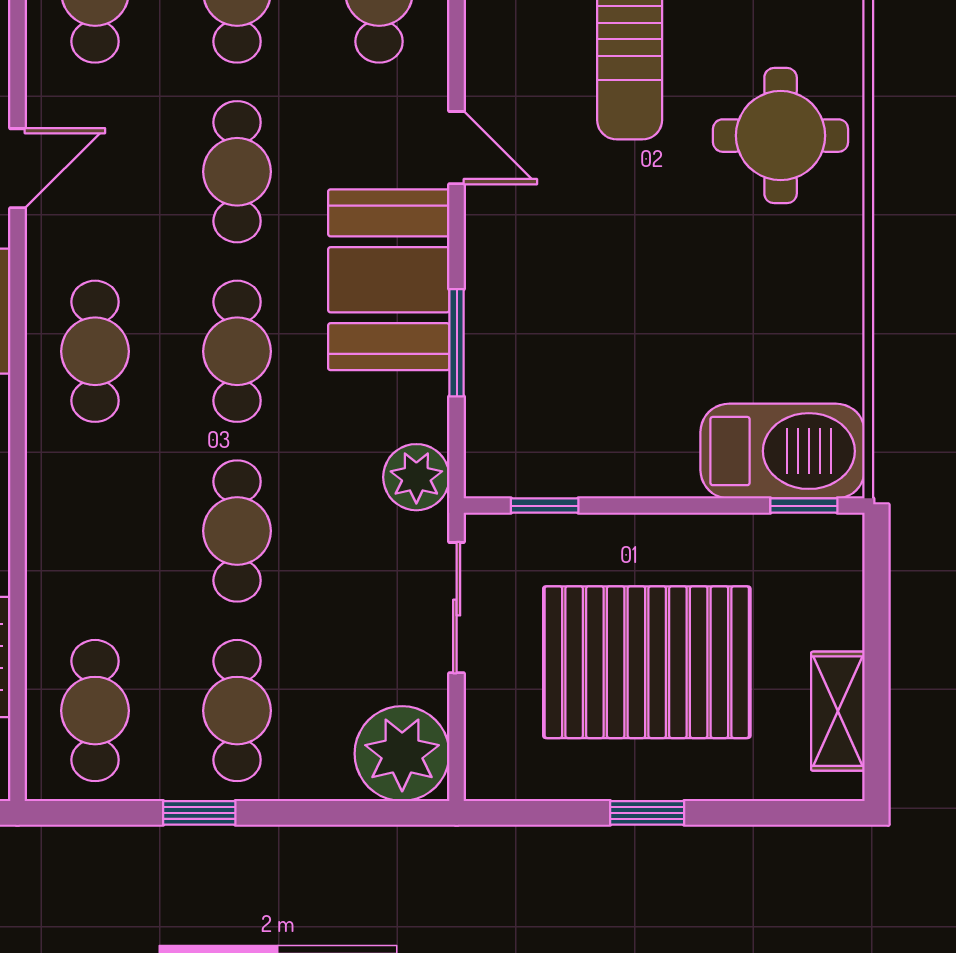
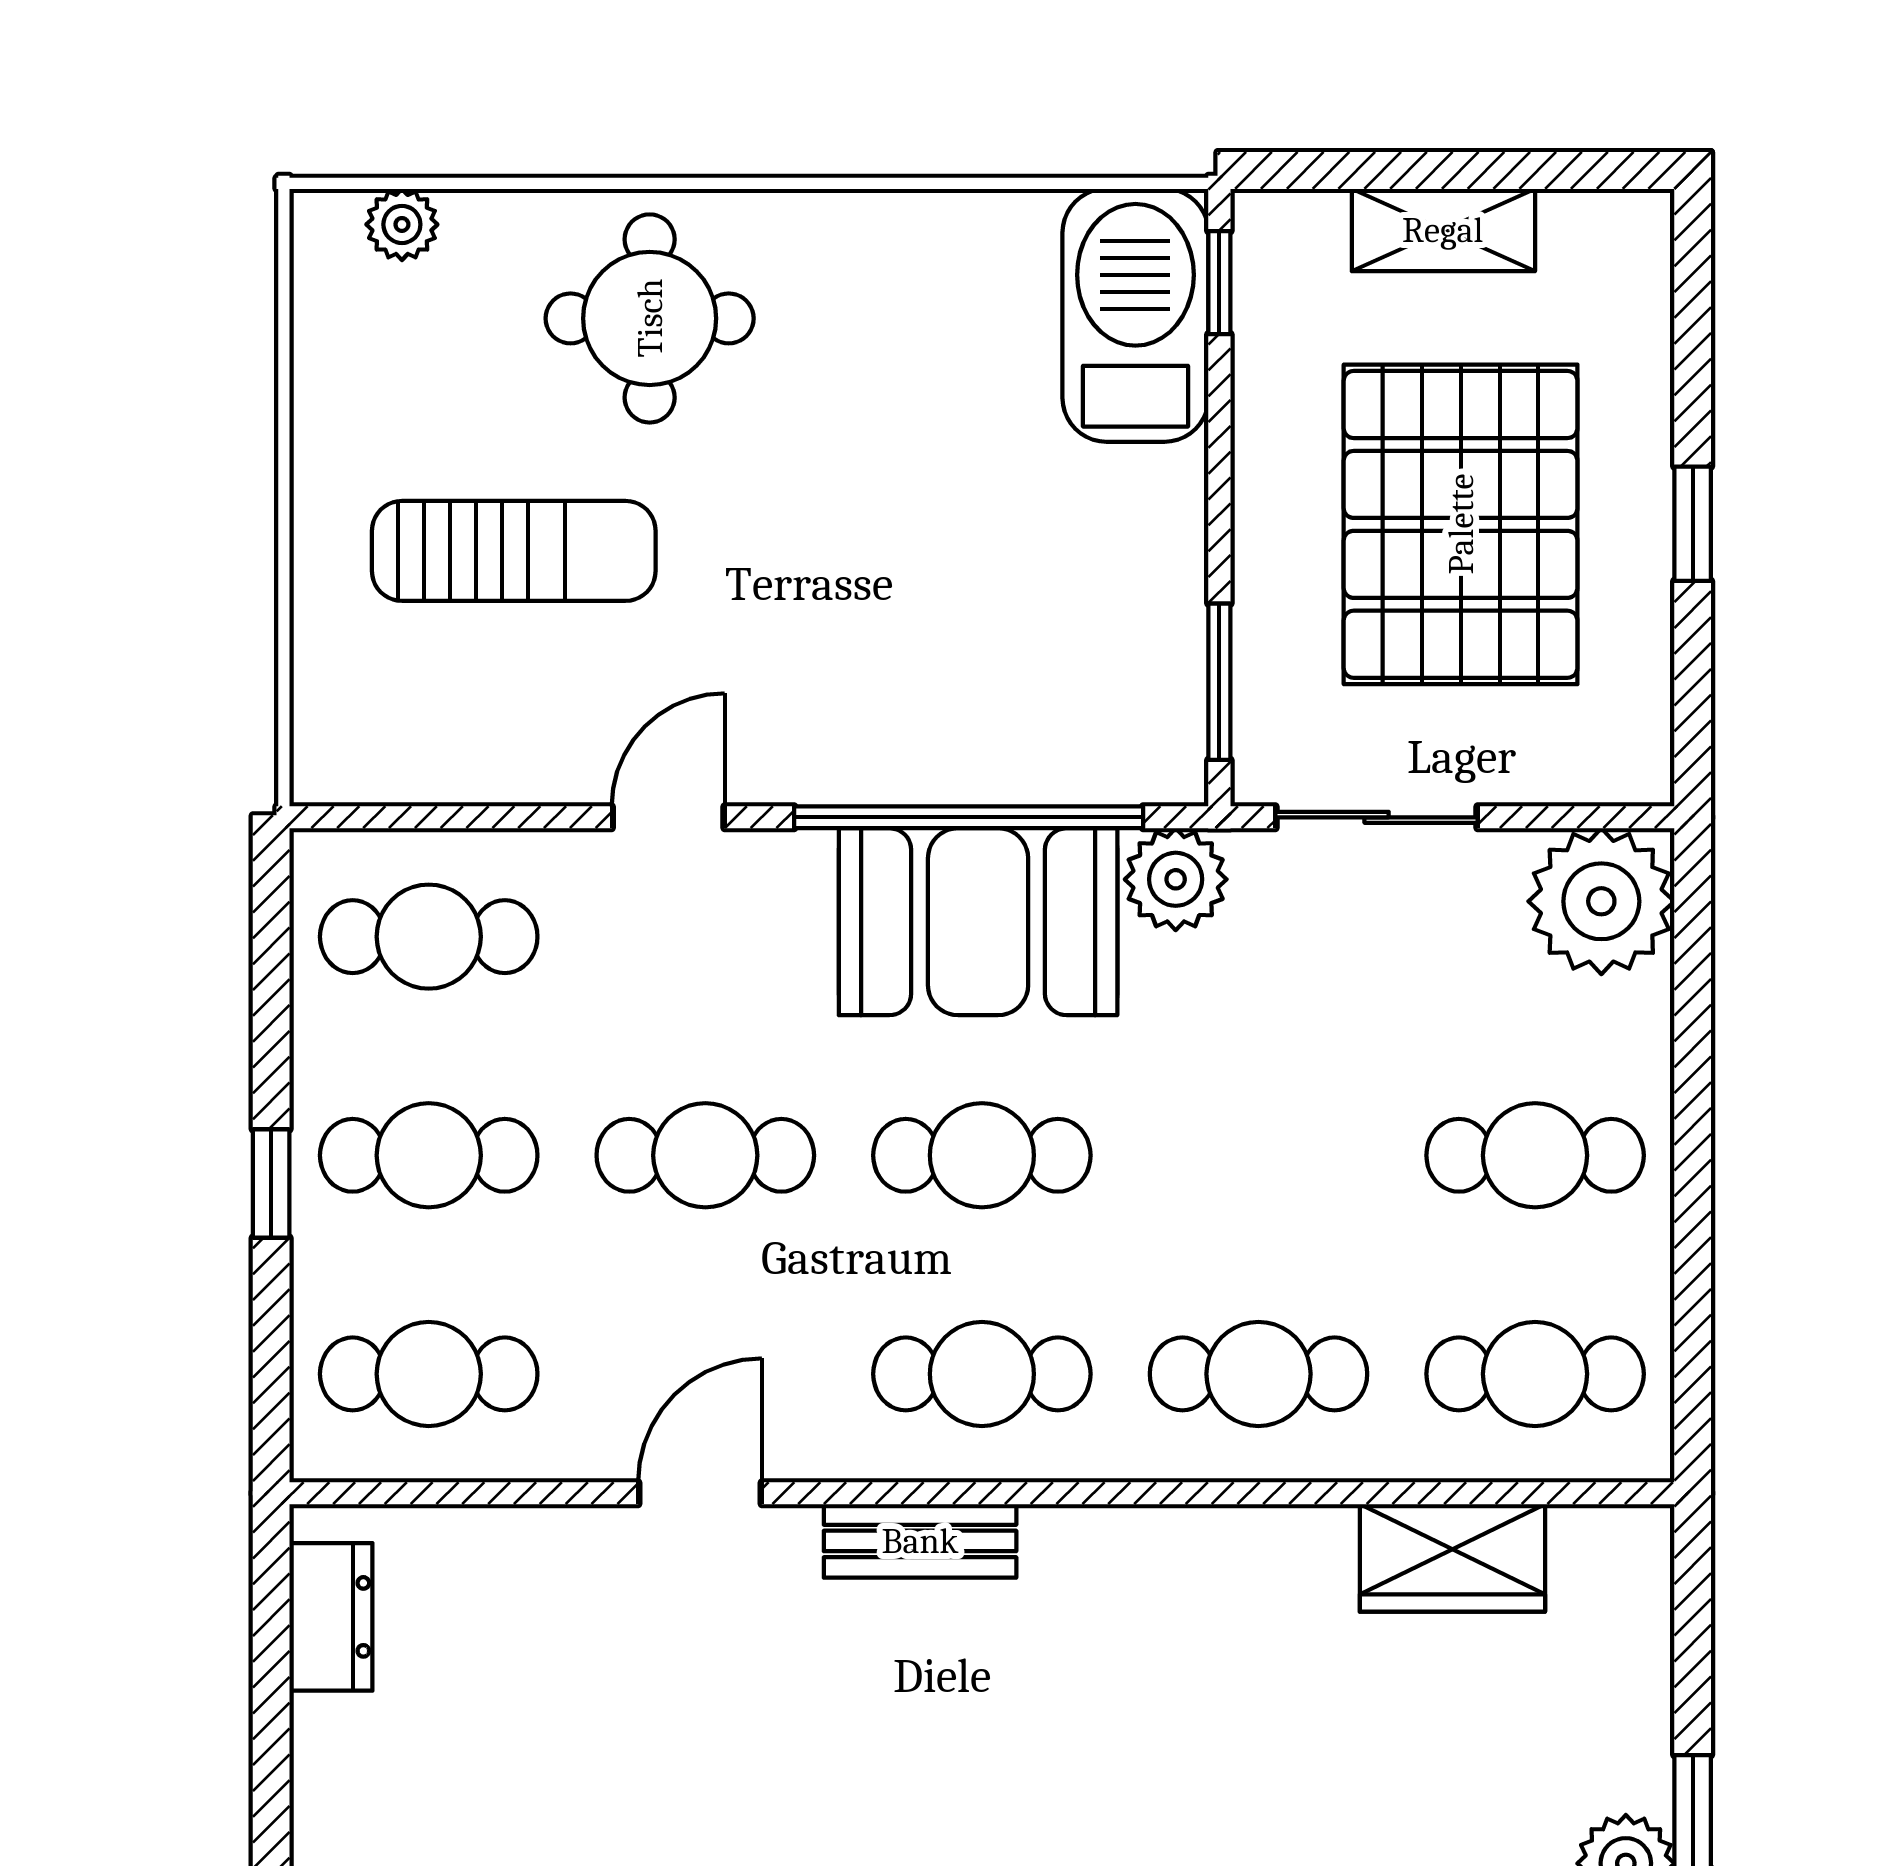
door: (18, 168) -> (700, 1493), hinge flipped
booth: (389, 280) -> (978, 922), moved
window: (457, 343) -> (969, 817), width x2.11
window: (545, 506) -> (1219, 682), width x1.50
cafe table: (237, 531) -> (1258, 1374), moved
shelving: (838, 711) -> (1443, 230), moved
window: (199, 813) -> (1693, 1214), removed

